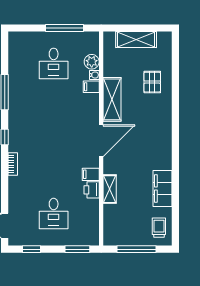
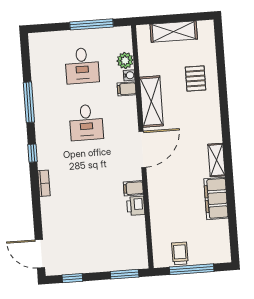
shelving: (110, 189) -> (216, 160), moved
desk: (54, 214) -> (86, 122), moved
trolley: (159, 228) -> (180, 253), moved

